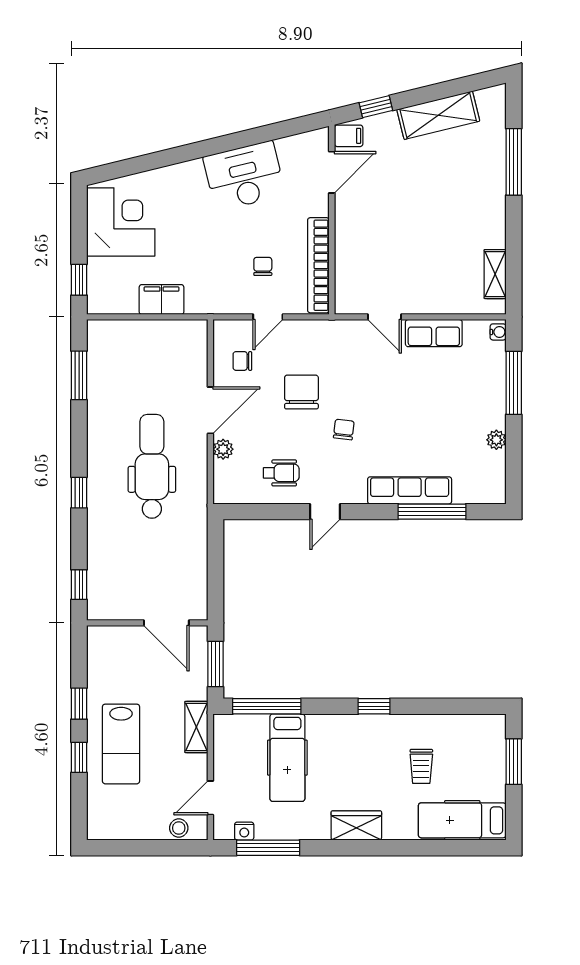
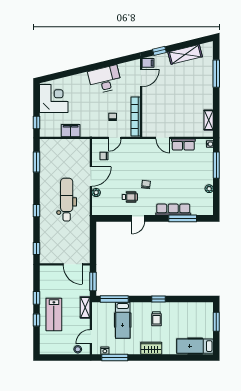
chair: (301, 392) -> (129, 169), removed
wheelchair: (281, 473) -> (130, 197), moved
trolley: (421, 766) -> (156, 319), moved

